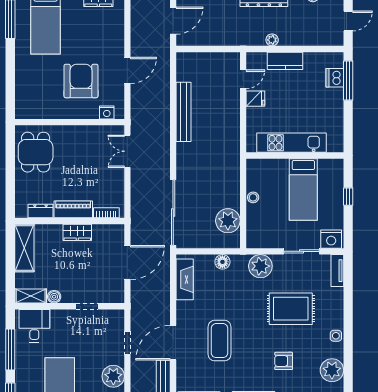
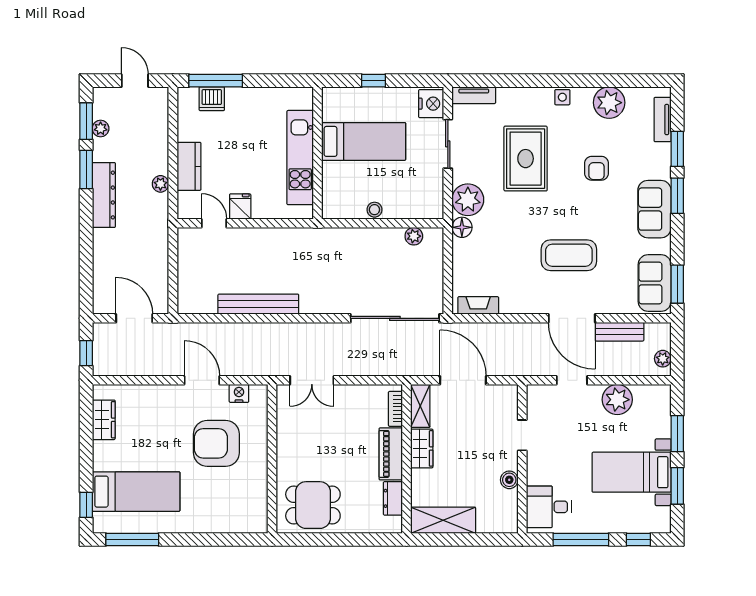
nightstand: (107, 112) -> (239, 393), moved, turned -90
plant: (228, 221) -> (414, 236), width x0.53, depth x0.53
floor lamp: (222, 262) -> (462, 227), moved
fireplace: (185, 279) -> (478, 305), width x0.73, depth x0.76
shelving: (31, 296) -> (420, 406), moved

